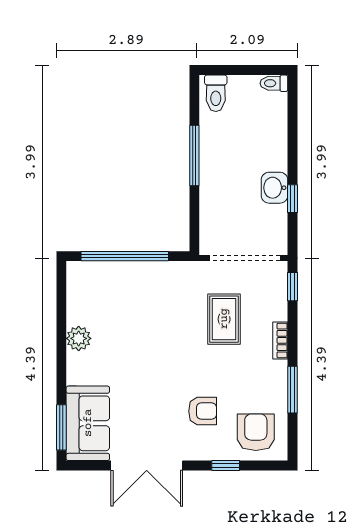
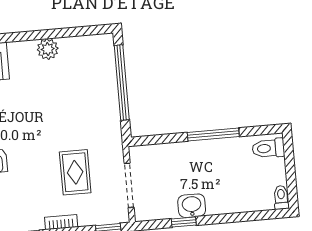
doorway: (245, 258) -> (129, 185), width x0.73
rug: (224, 319) -> (75, 172), turned 90

